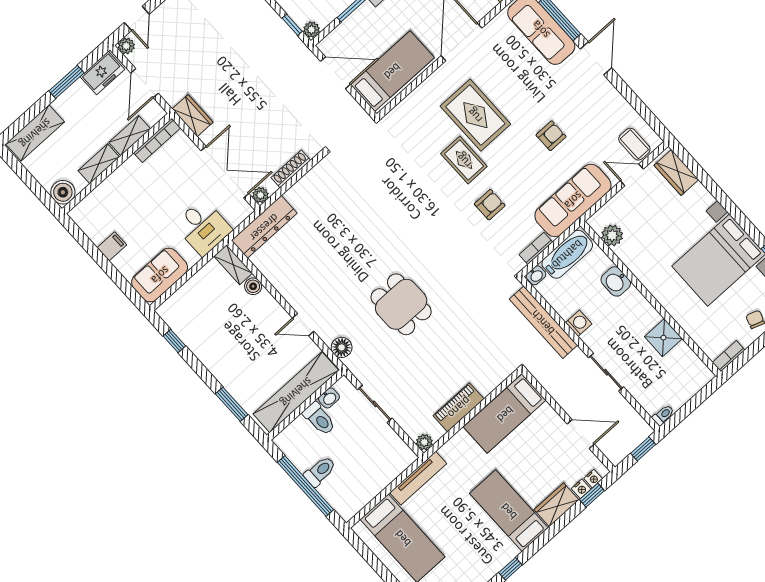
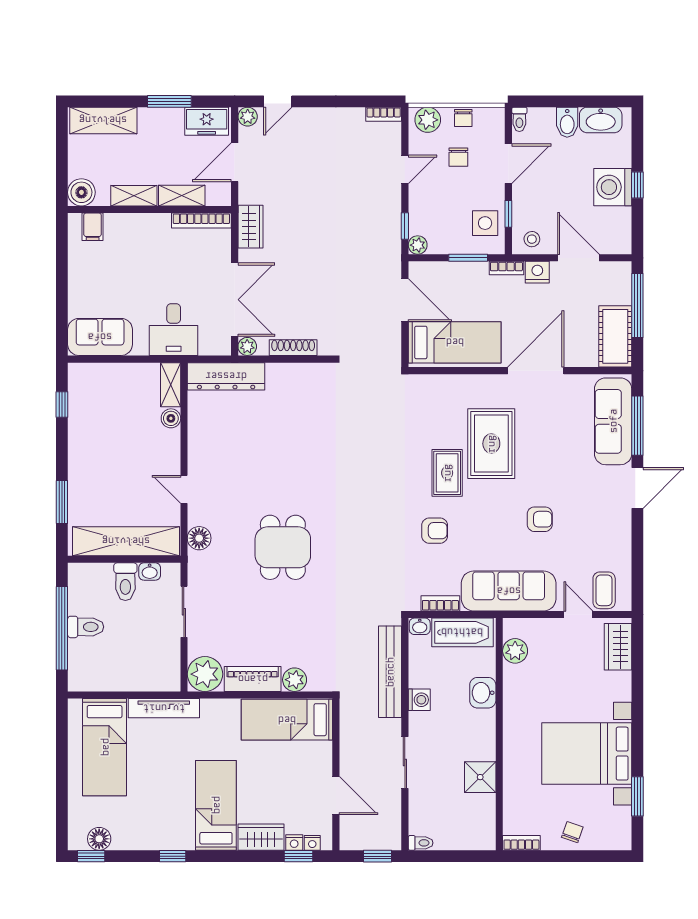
filing cabinet: (112, 246) -> (93, 227), moved, turned 90
plant: (486, 383) -> (295, 680), added
plant: (424, 442) -> (205, 674), width x1.87, depth x1.87

